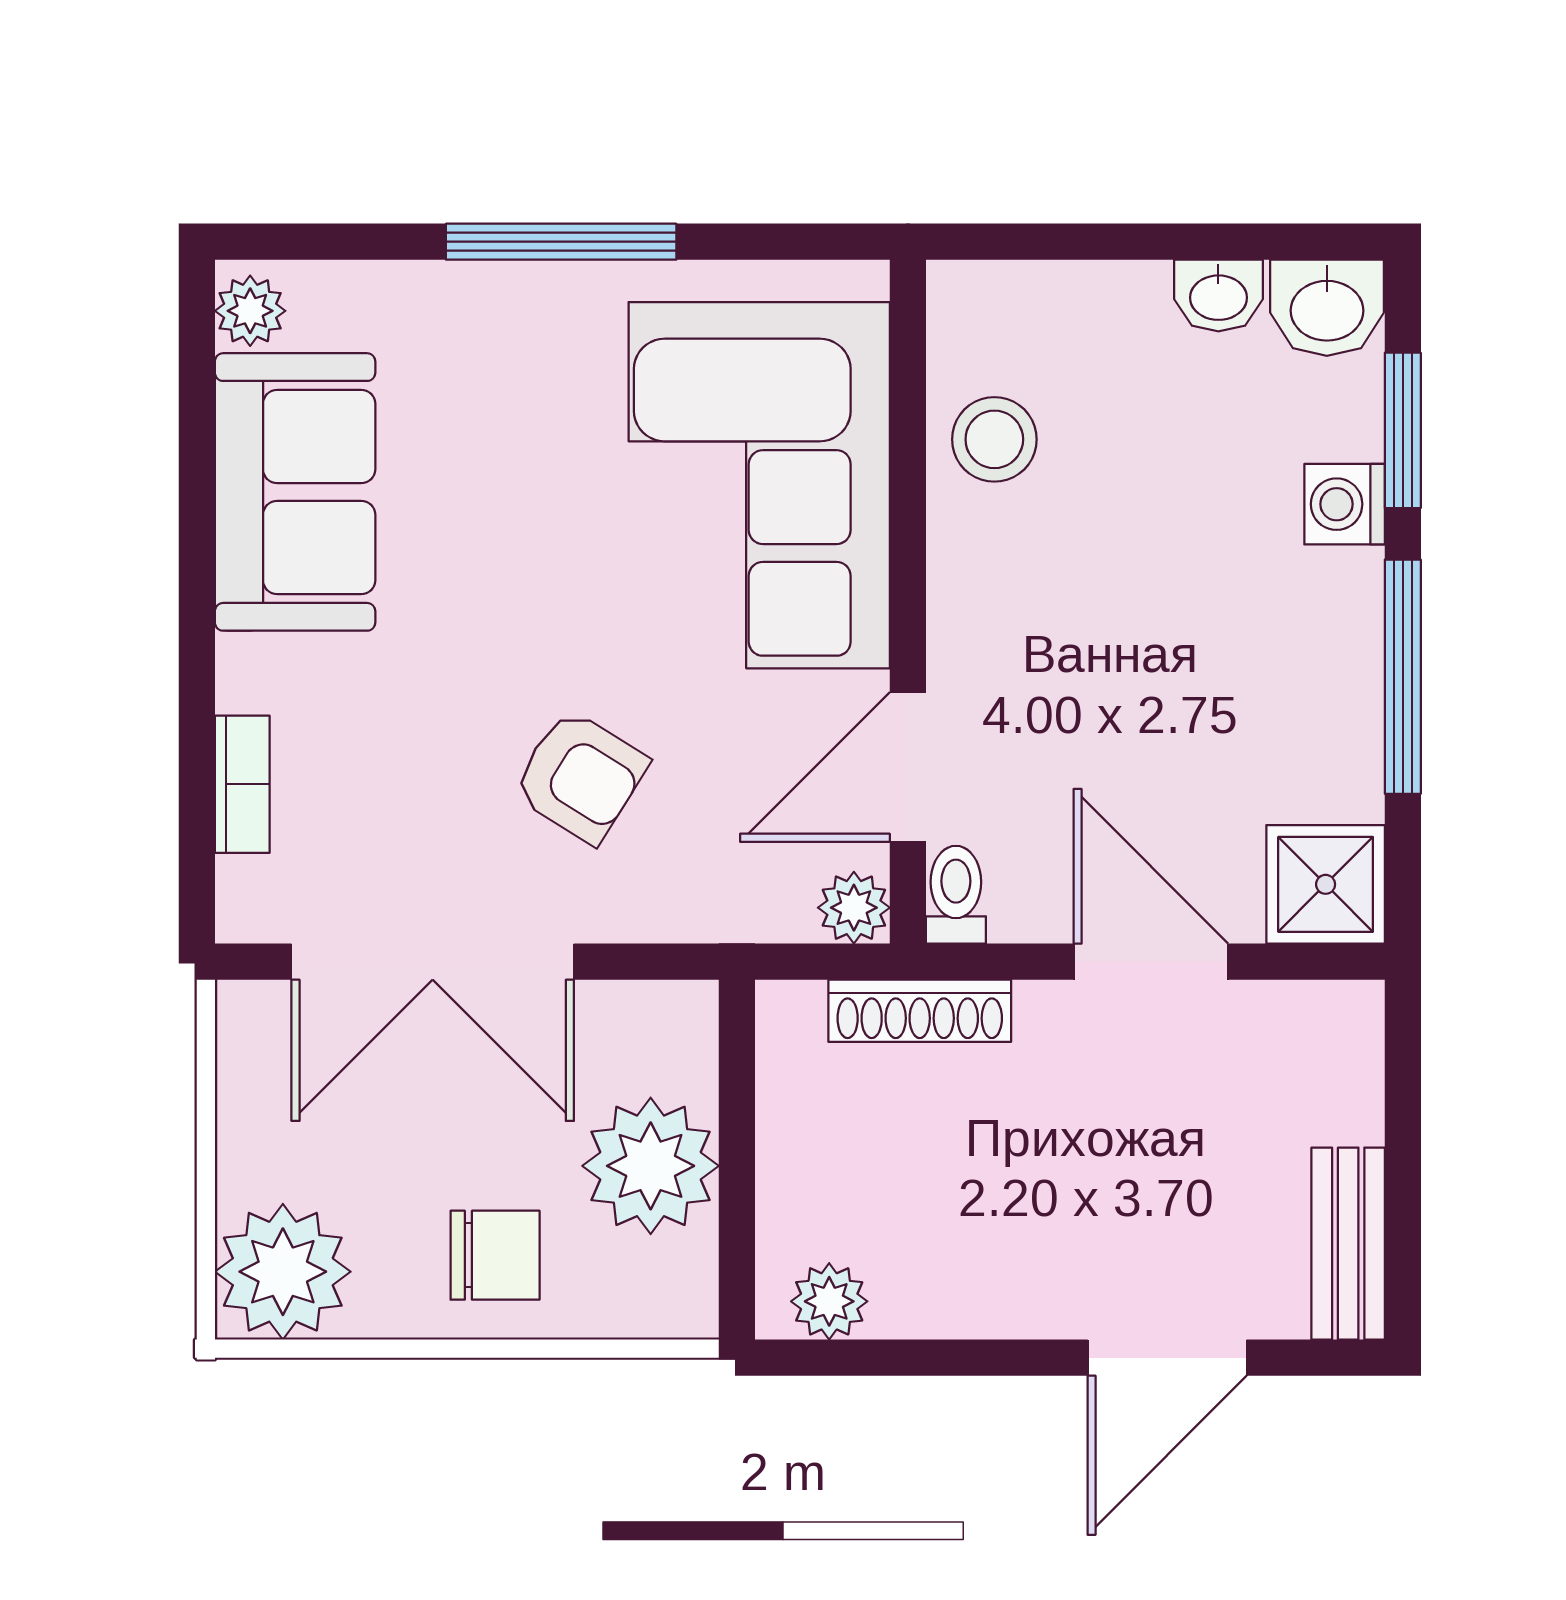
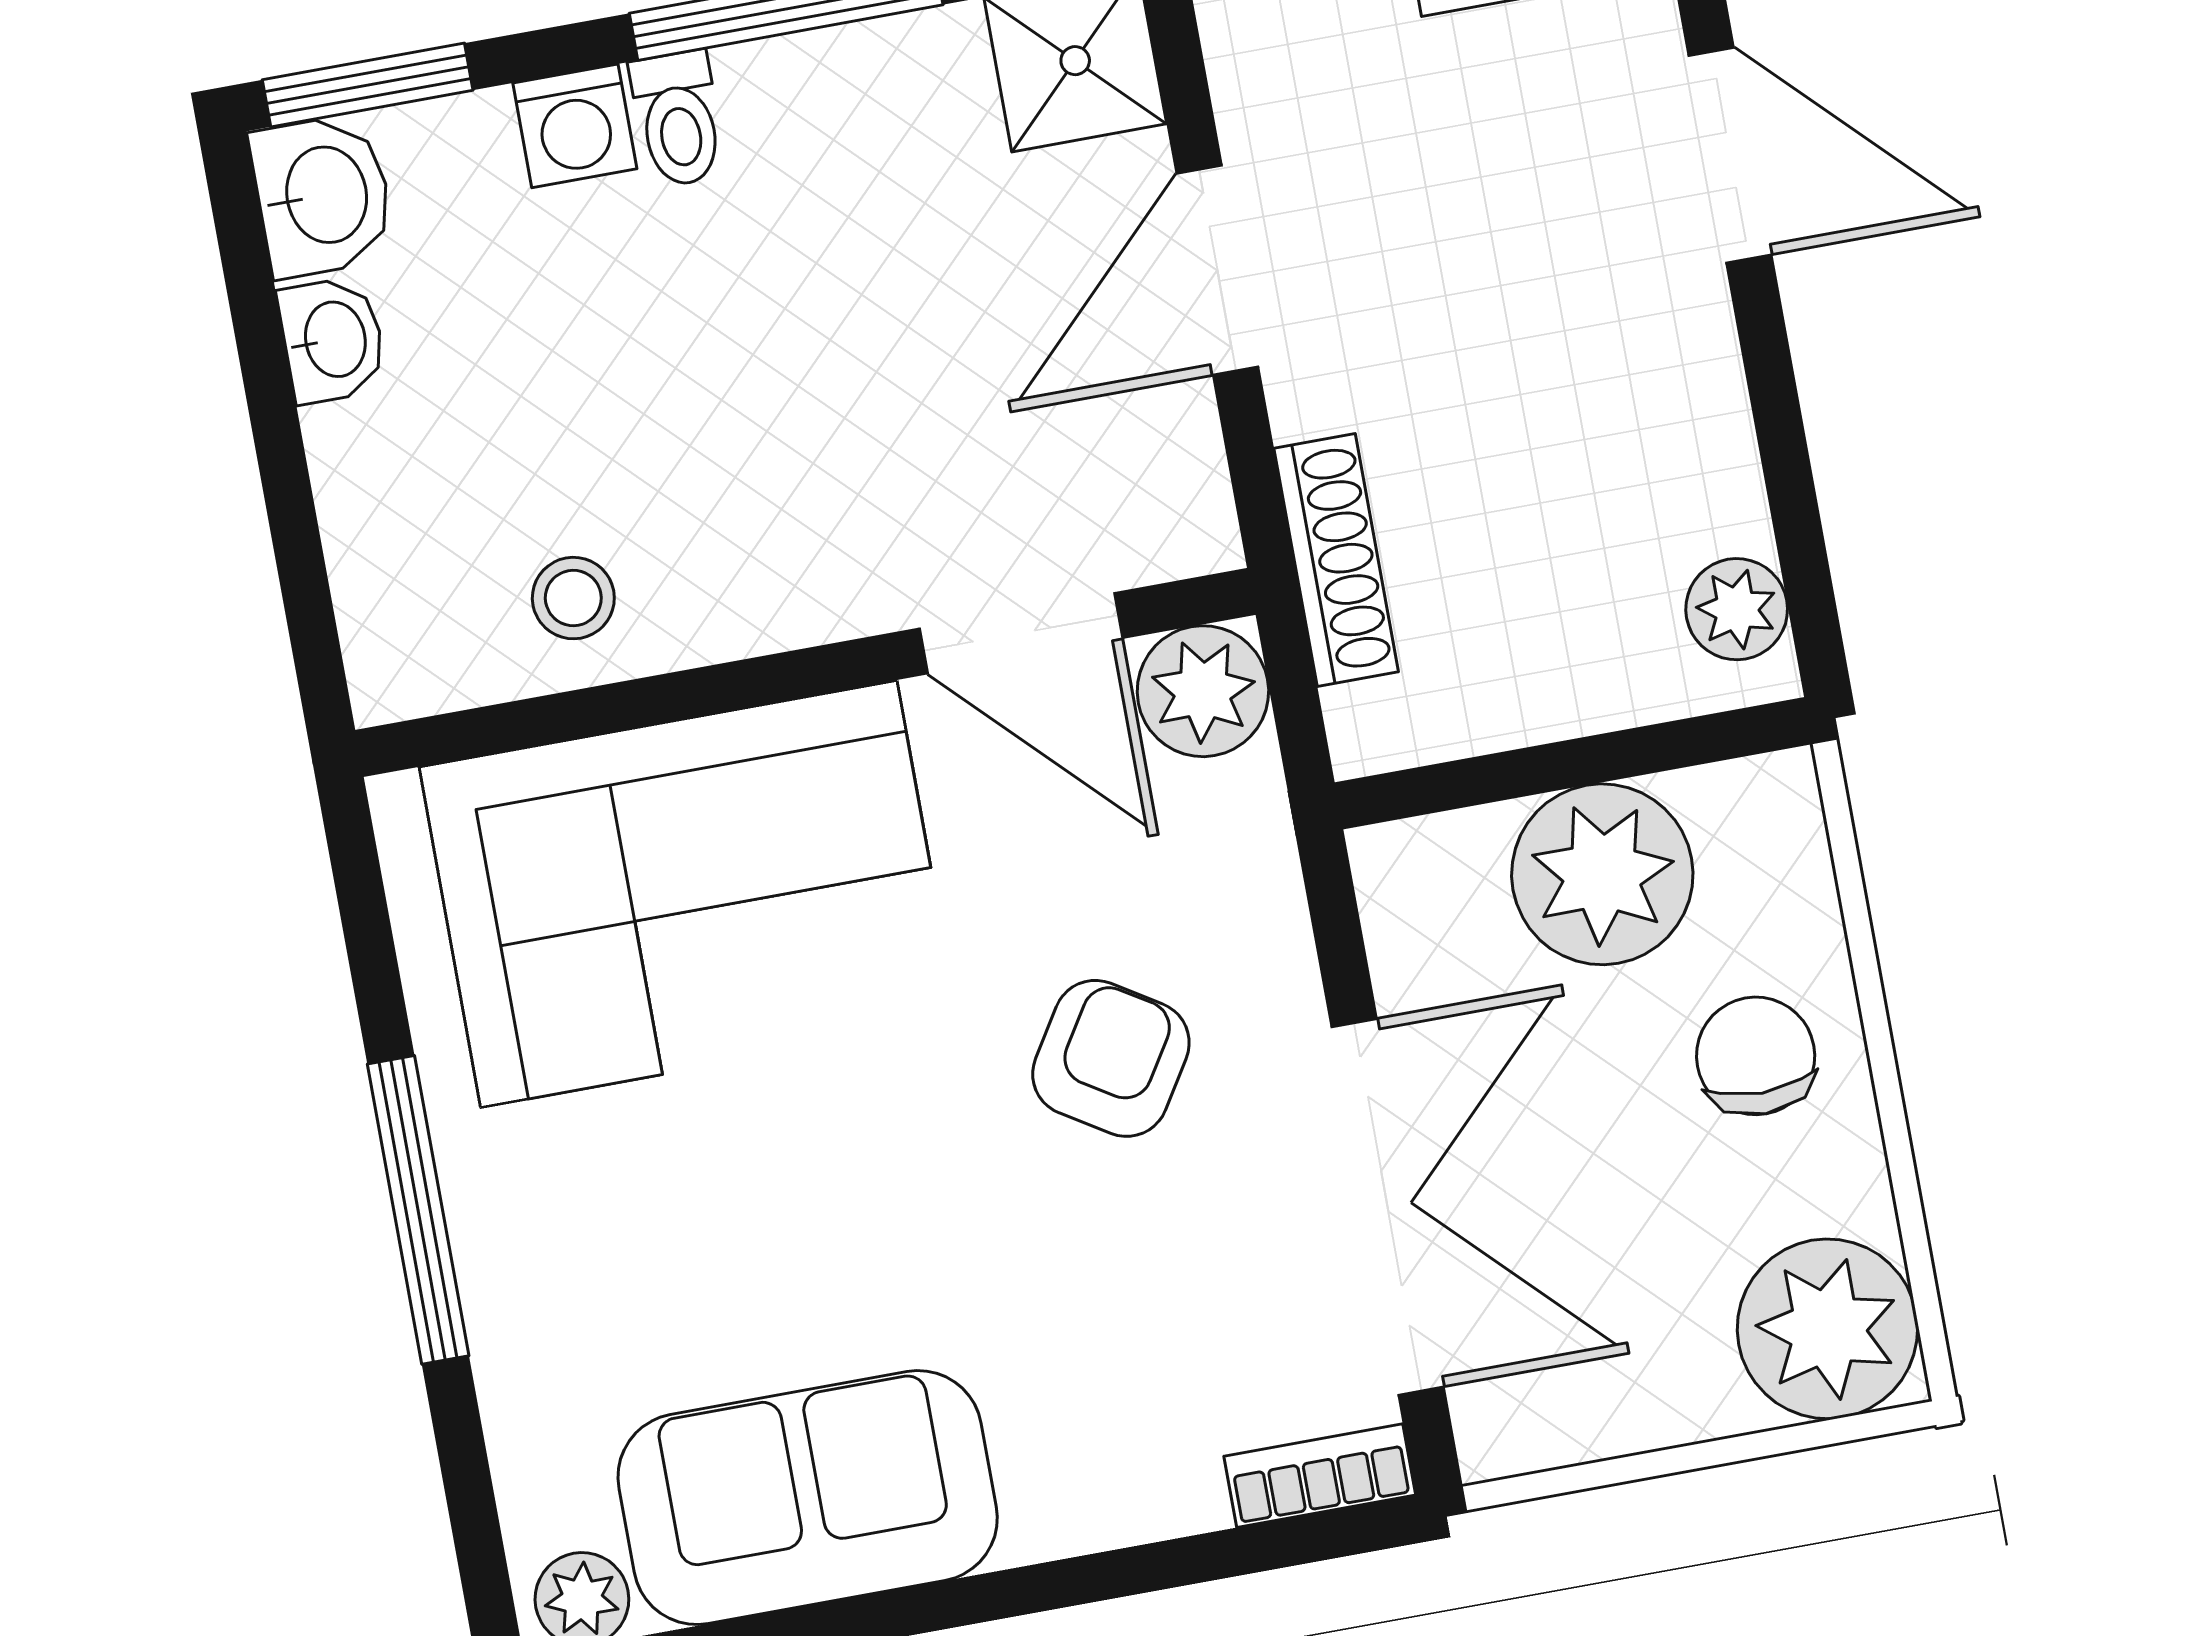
window: (1403, 430) -> (368, 85), moved
stool: (994, 439) -> (573, 598), width x0.73, depth x0.73
bookcase: (242, 784) -> (1320, 1476), moved
toilet: (956, 895) -> (678, 119), moved, turned -90
plant: (854, 908) -> (1203, 691), width x1.38, depth x1.38

